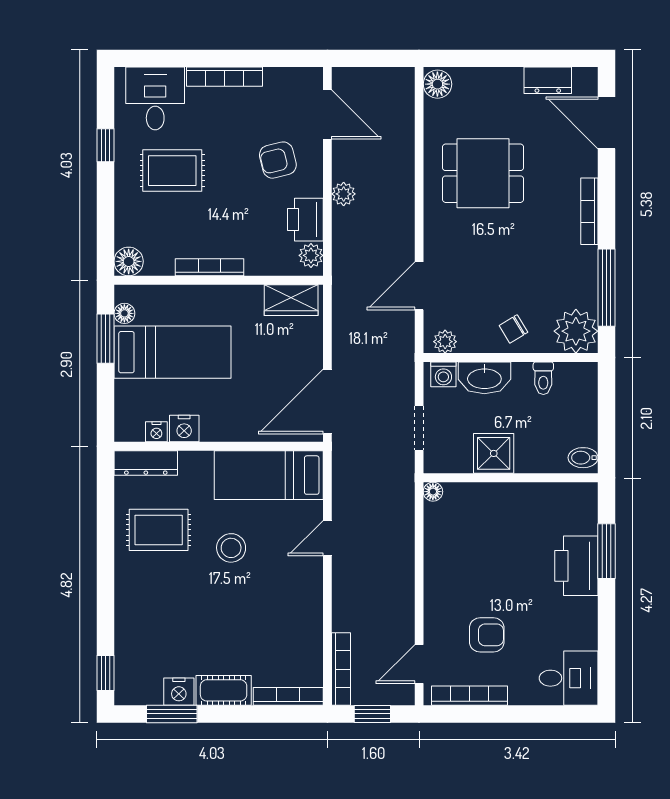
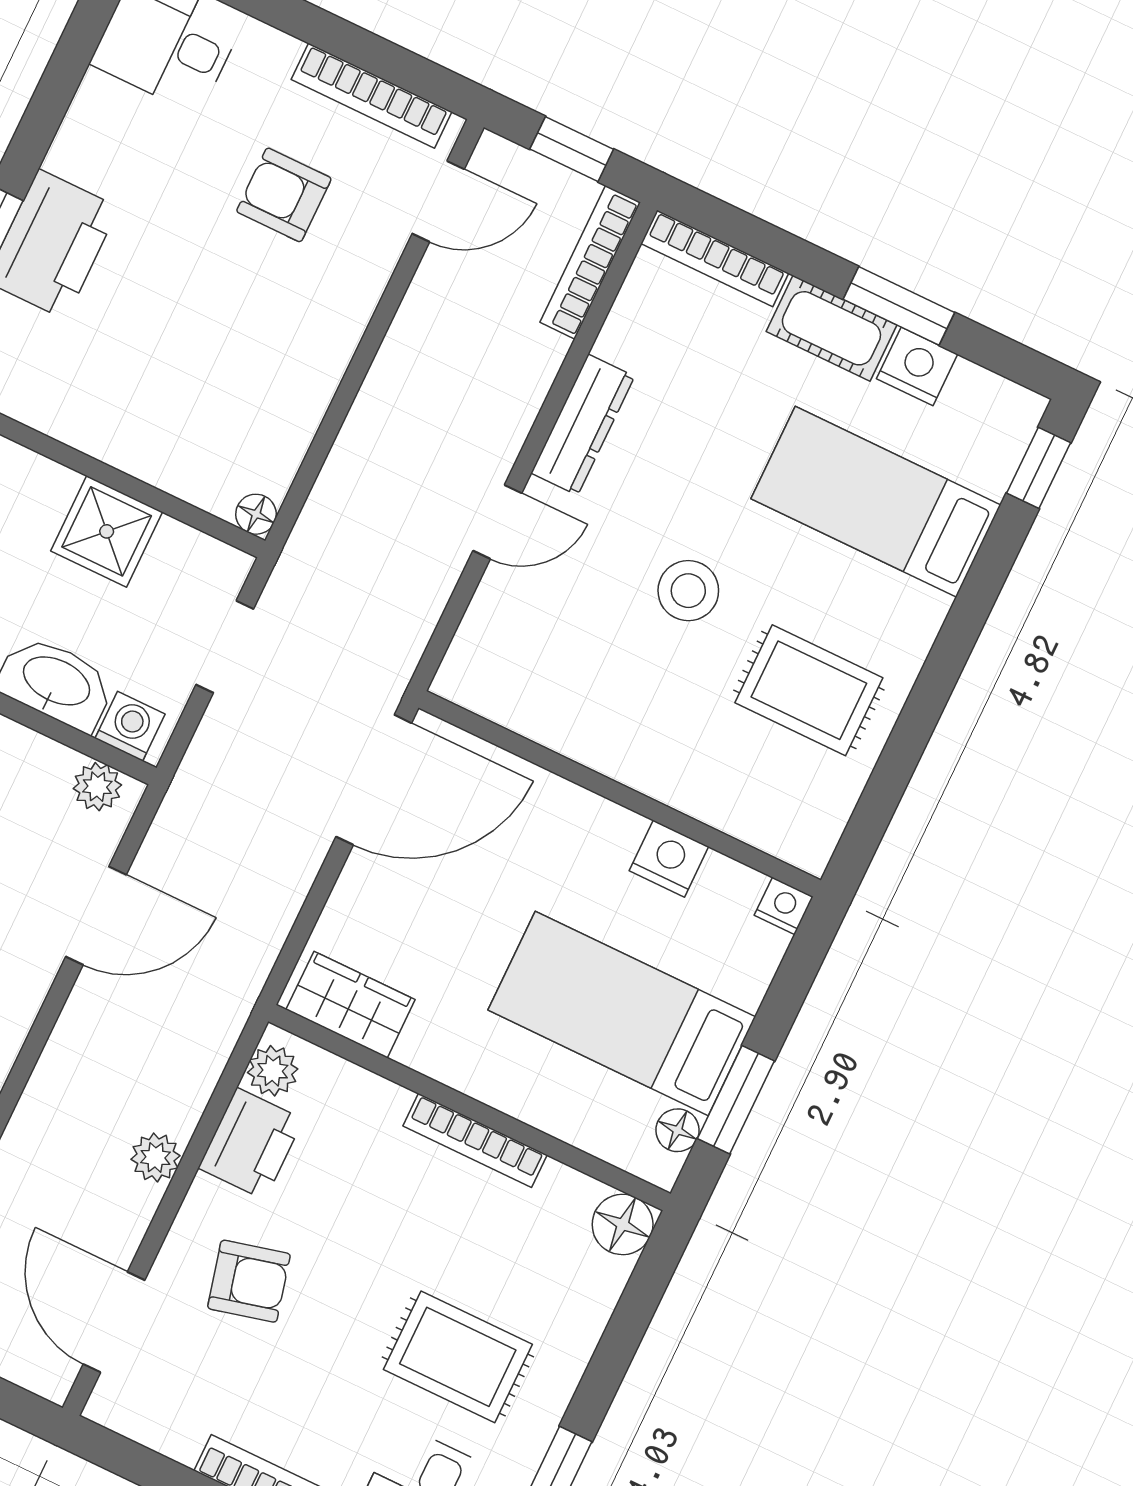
nightstand: (156, 432) -> (784, 906), moved
dresser: (146, 463) -> (583, 425), moved, turned 90
bed: (269, 475) -> (876, 502), moved, turned 180
window: (172, 714) -> (899, 306), moved

